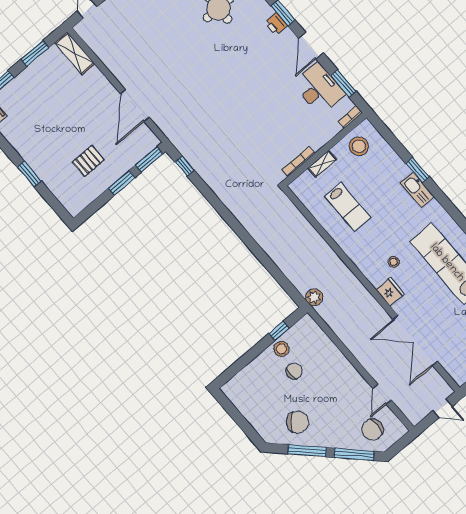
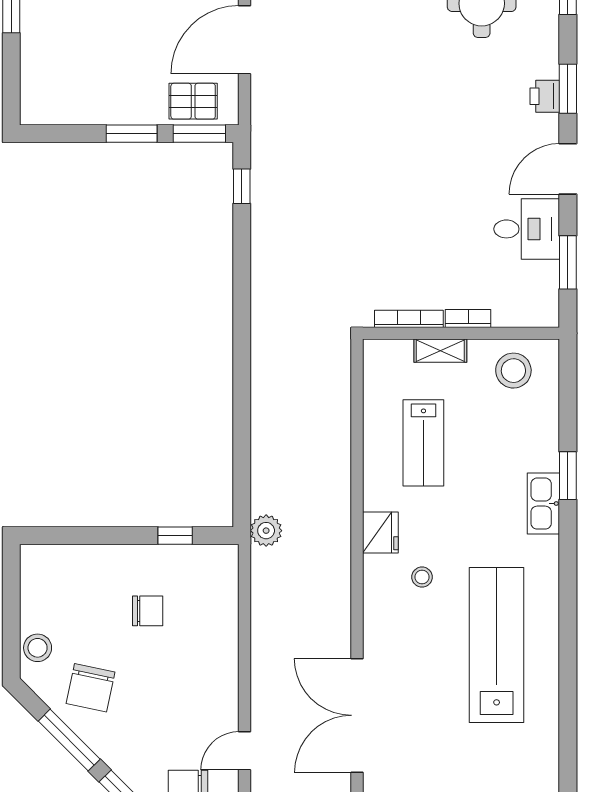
desk: (319, 89) -> (527, 229), width x0.73
bookcase: (350, 117) -> (468, 319), moved
pallet: (88, 161) -> (193, 101), moved
fridge: (390, 292) -> (380, 533), moved
stool: (281, 349) -> (38, 648), moved
chair: (298, 422) -> (91, 688), turned 59

